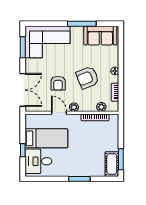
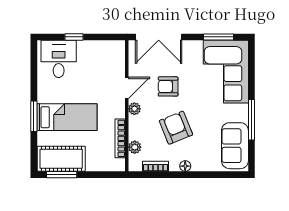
bed: (46, 138) -> (67, 117), moved, turned -90
cot: (112, 164) -> (61, 159), width x1.37, depth x1.34

